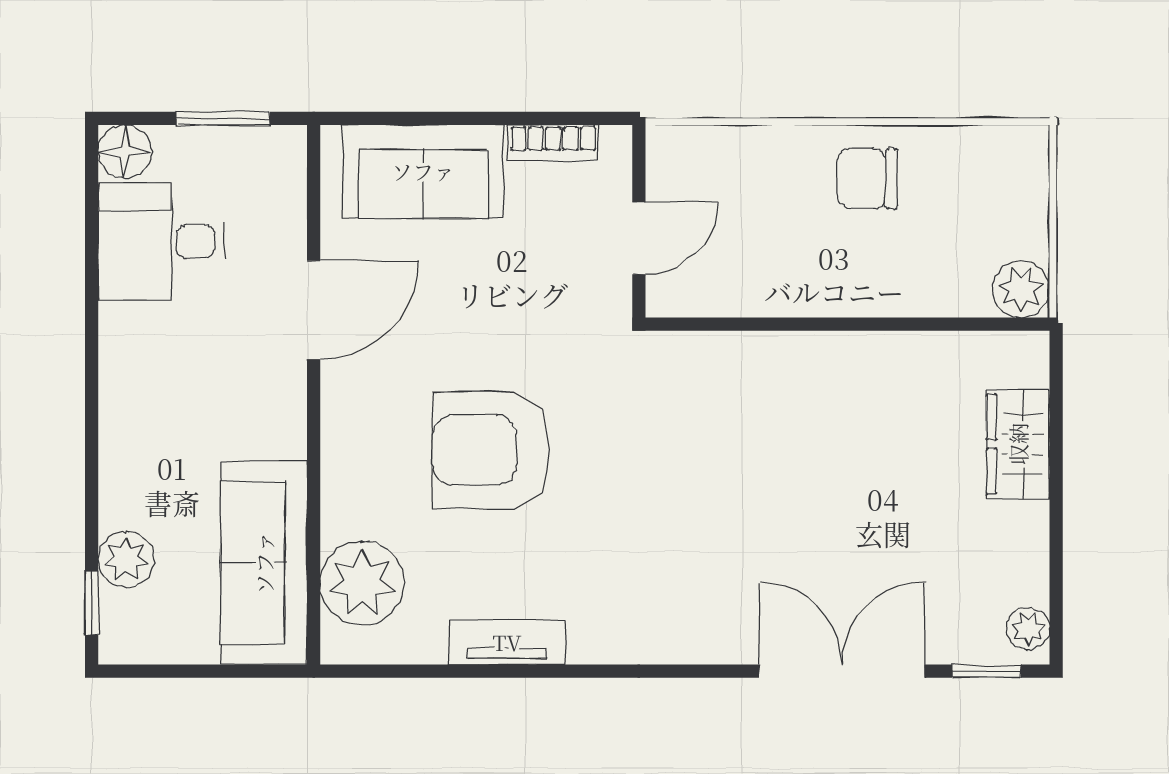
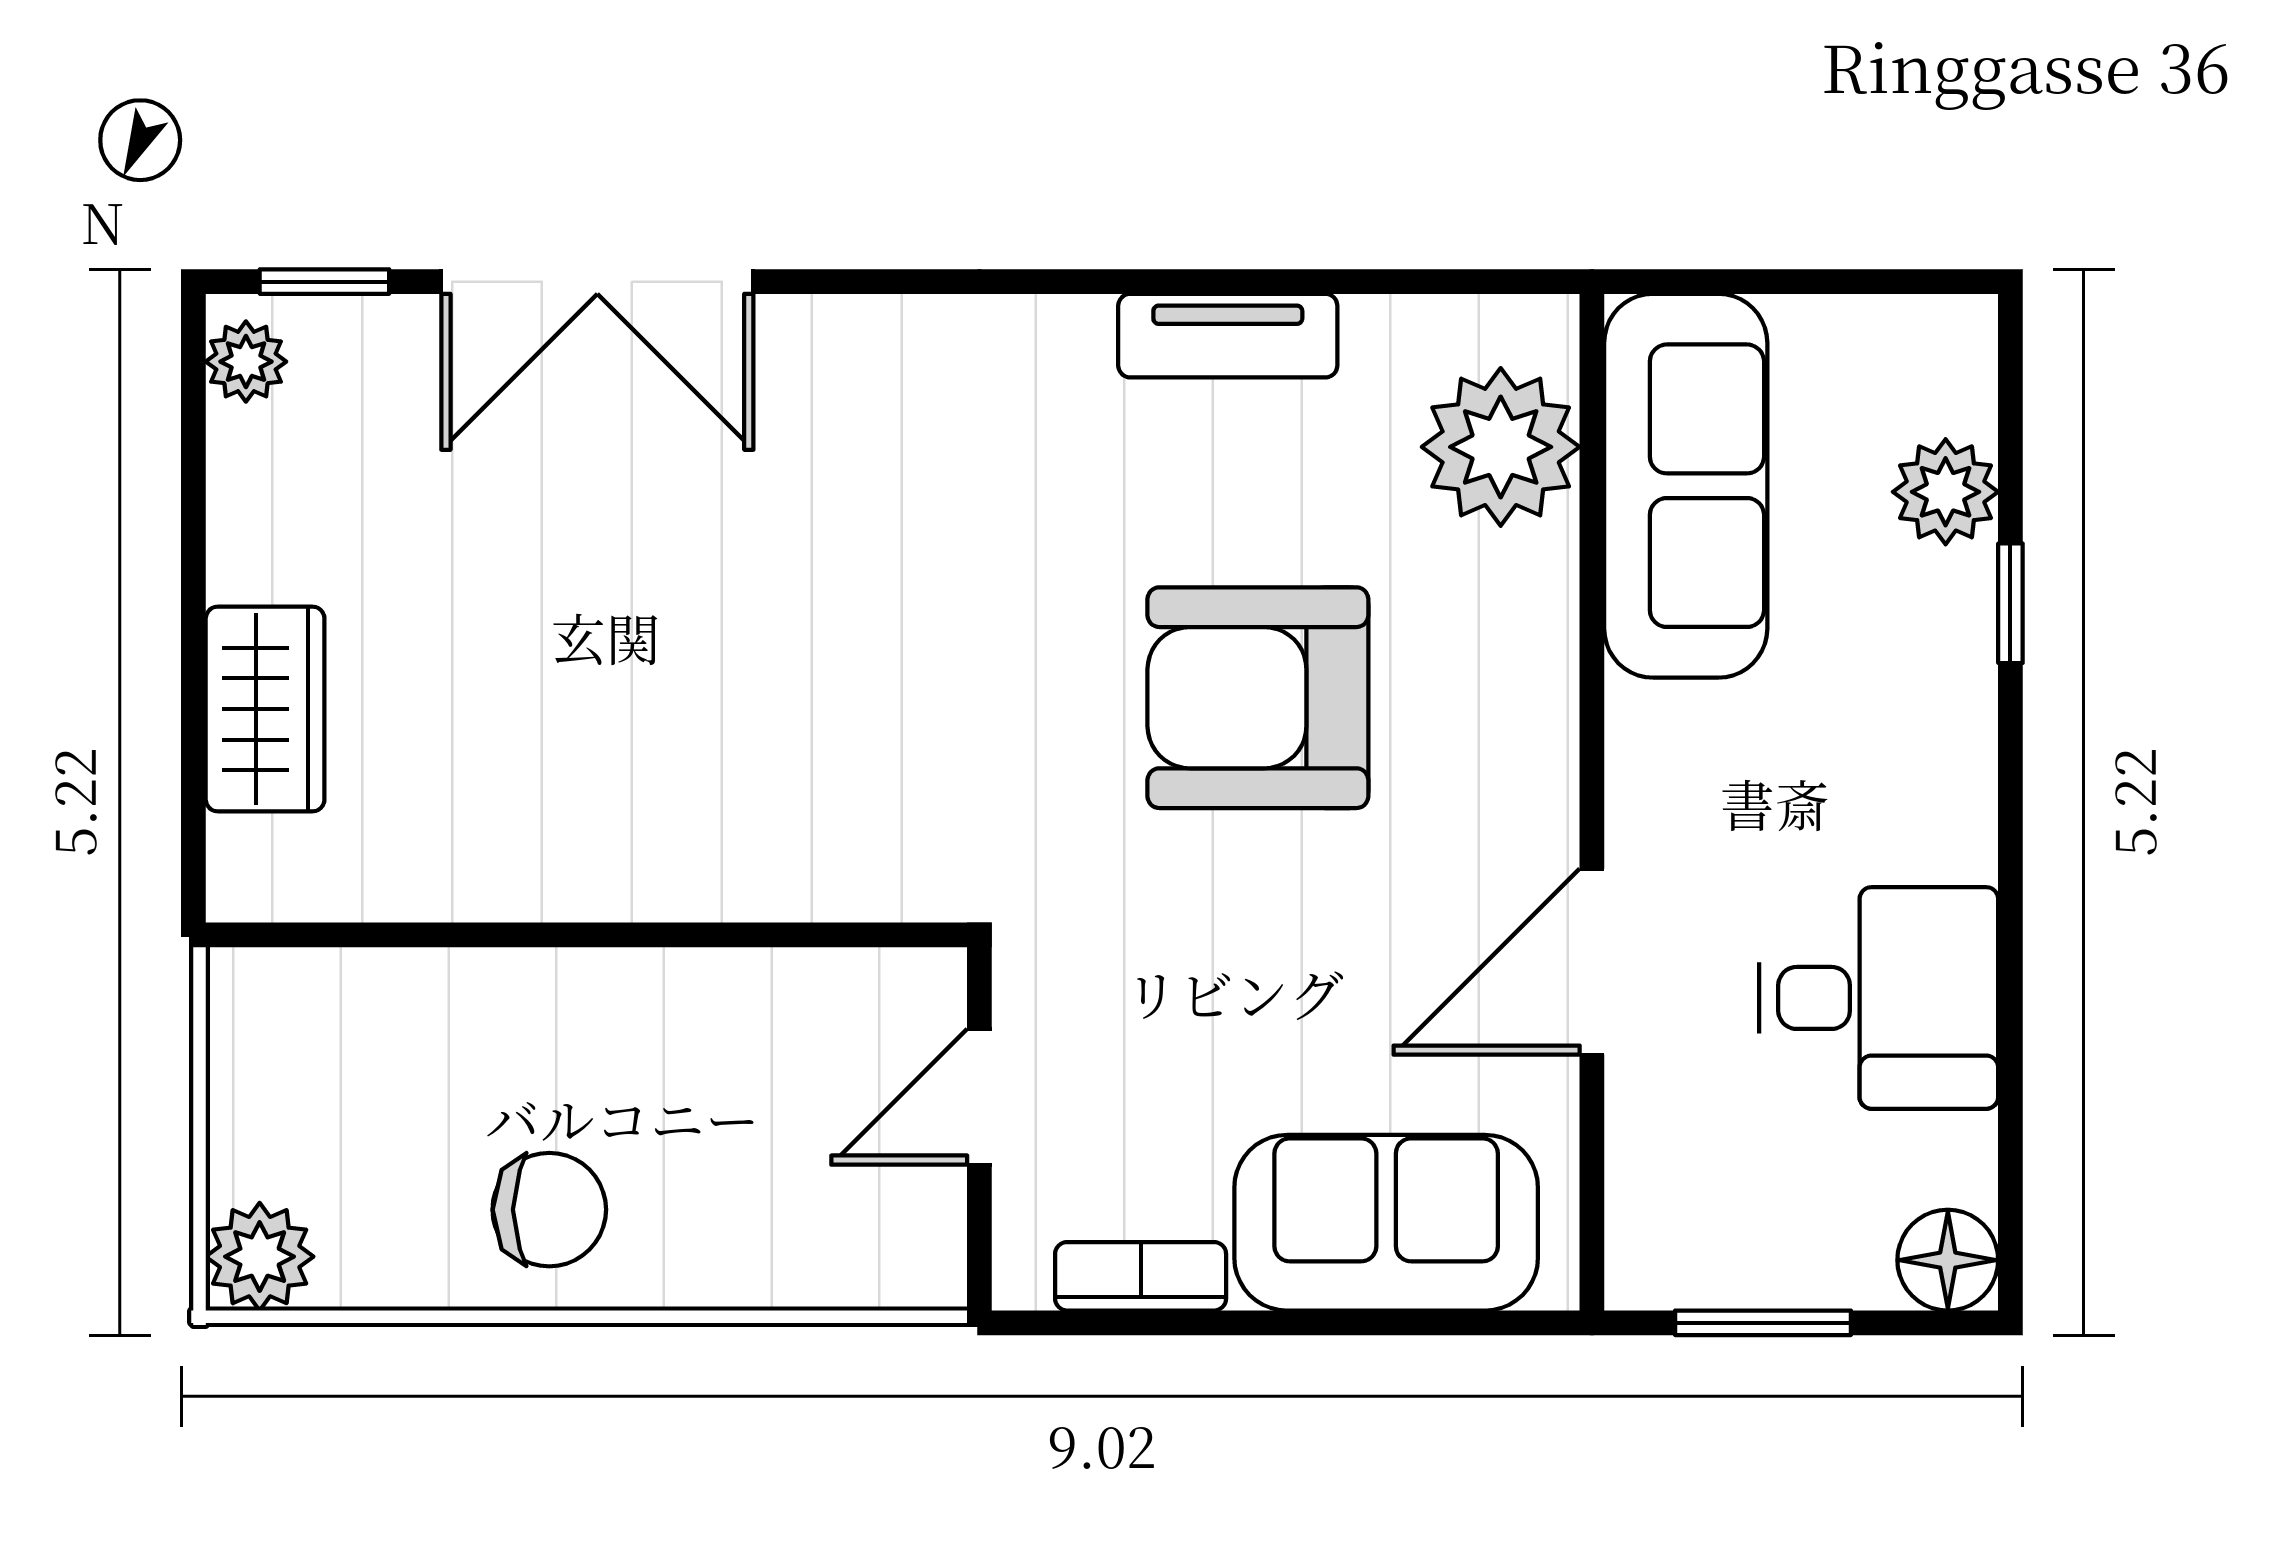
desk: (161, 242) -> (1879, 998), moved
plant: (1021, 289) -> (260, 1257), moved
armchair: (491, 450) -> (1258, 698), turned 180
window: (92, 603) -> (2010, 603), moved

